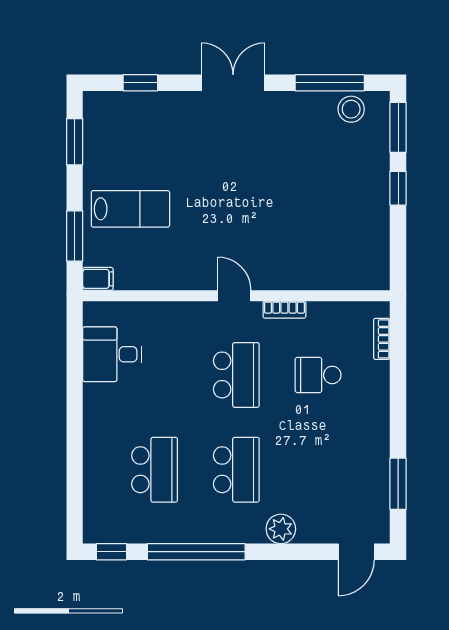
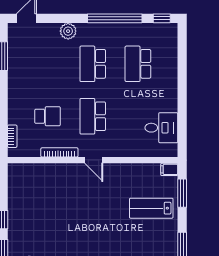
bookcase: (284, 310) -> (59, 152), width x1.56

